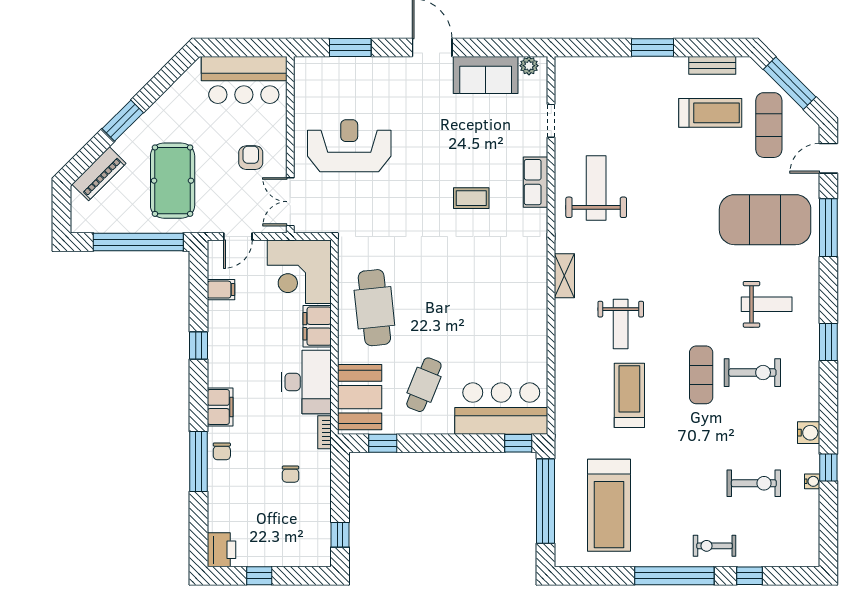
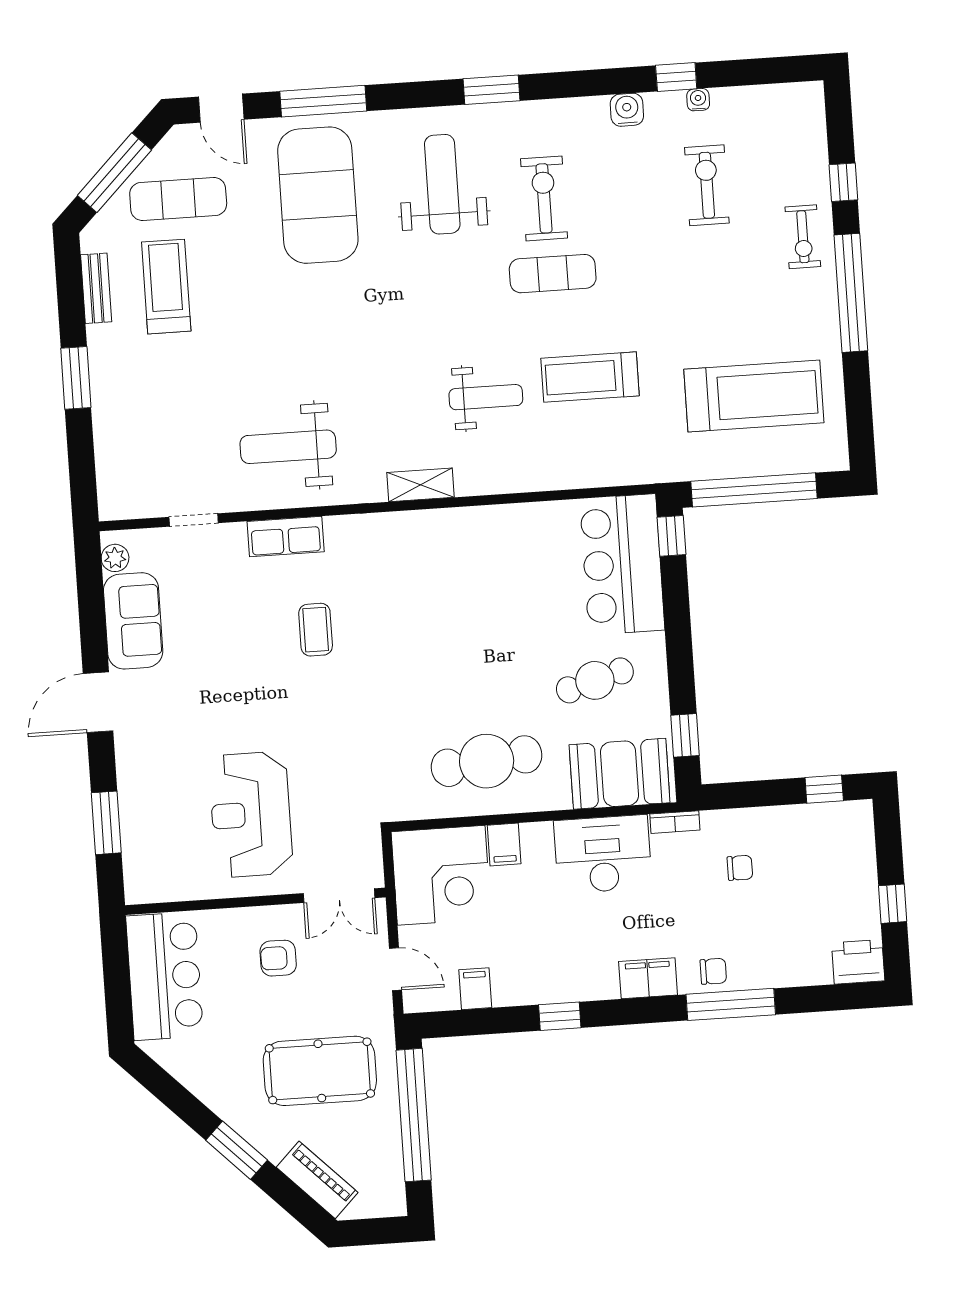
weight bench: (767, 304) -> (442, 184), width x1.36, depth x1.33
filing cabinet: (317, 326) -> (504, 845), width x0.50
cafe table: (424, 385) -> (595, 680), turned -38

